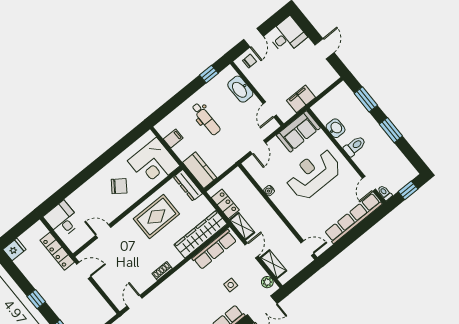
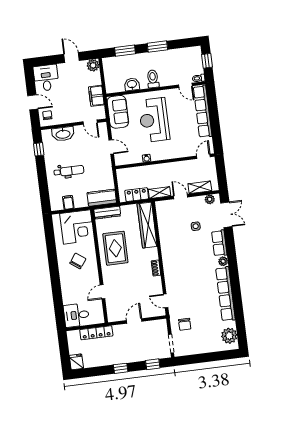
plant: (330, 76) -> (93, 65), added
row of seats: (214, 249) -> (164, 222), removed
door: (84, 270) -> (134, 321), moved

